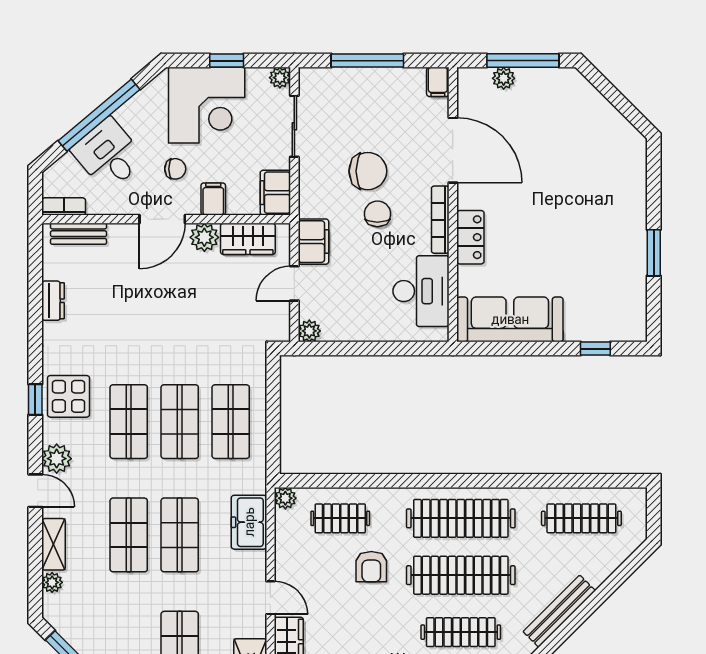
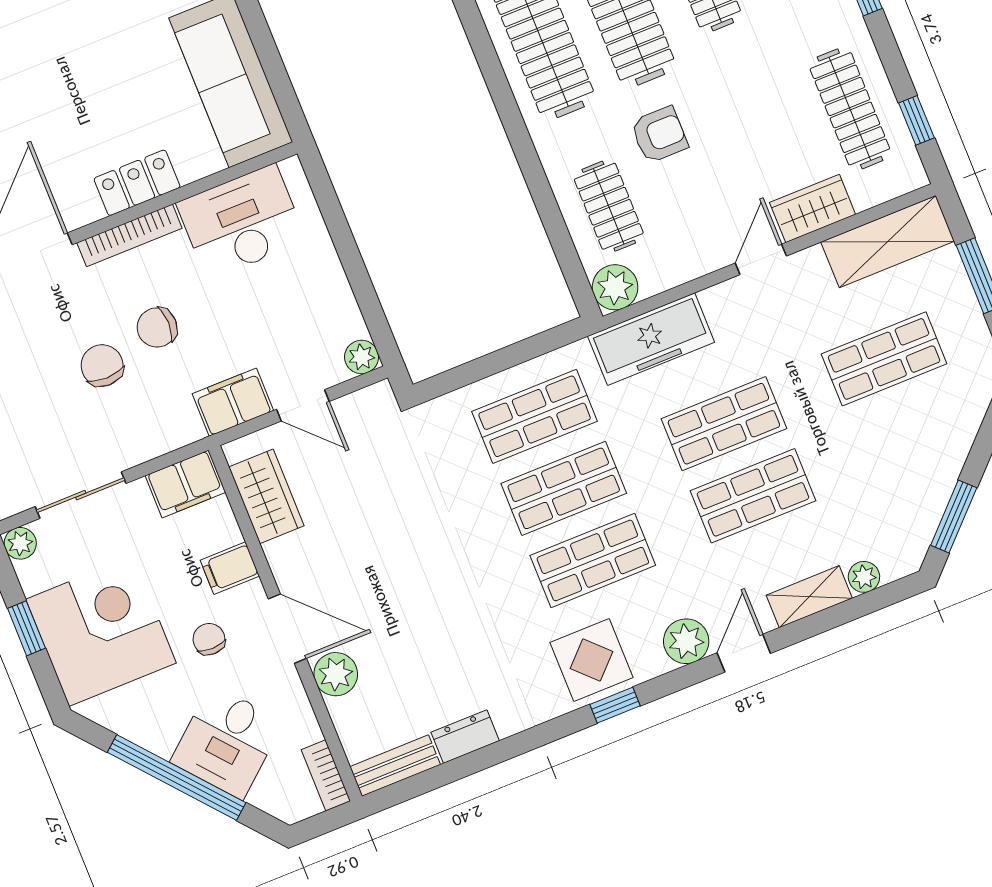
chair: (368, 171) -> (102, 366), width x0.73, depth x0.73
bench: (79, 234) -> (395, 766), moved, turned 90
plant: (204, 237) -> (336, 674), moved
plant: (285, 498) -> (615, 287), width x1.38, depth x1.38
freezer: (249, 522) -> (651, 339), width x1.40

